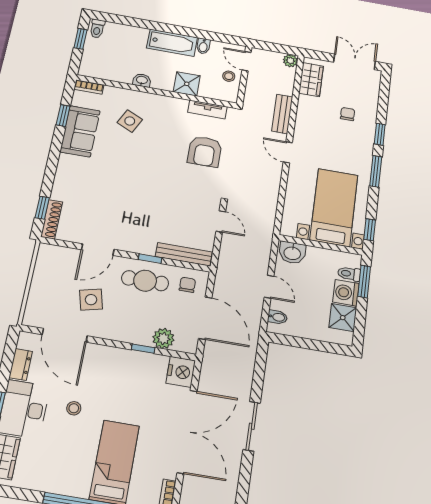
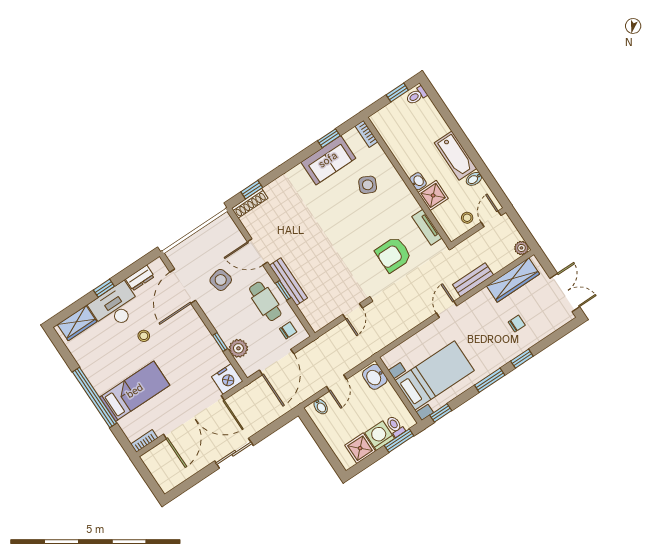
washbasin: (142, 80) -> (418, 181), moved
wardrobe: (311, 80) -> (513, 280), width x1.50
bench: (184, 254) -> (288, 282), moved

